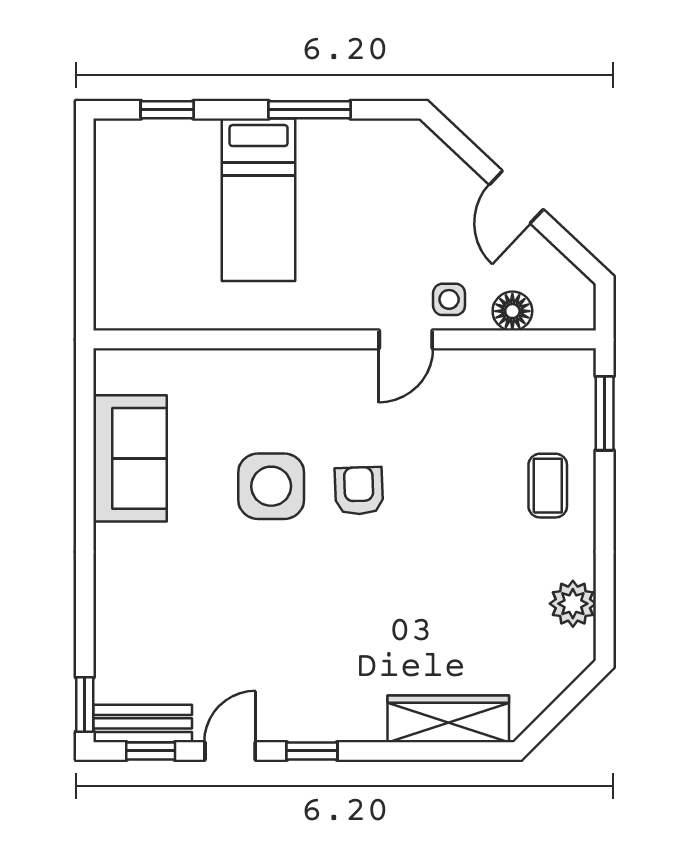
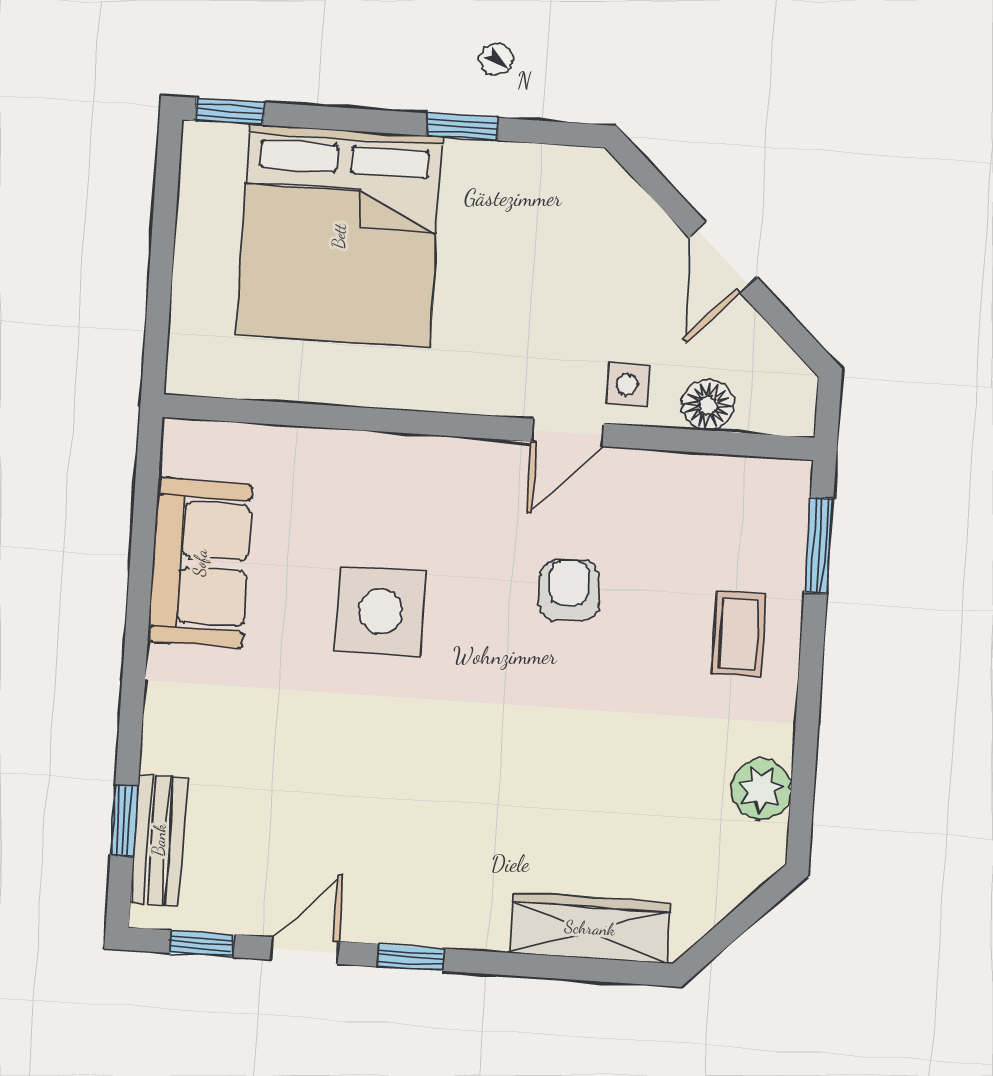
window: (167, 110) -> (230, 111), moved
window: (309, 110) -> (463, 127), width x0.67
bed: (259, 200) -> (339, 236), width x2.04
armchair: (359, 491) -> (569, 590), moved
window: (85, 704) -> (124, 821), moved
bench: (143, 723) -> (159, 840), moved, turned 90

